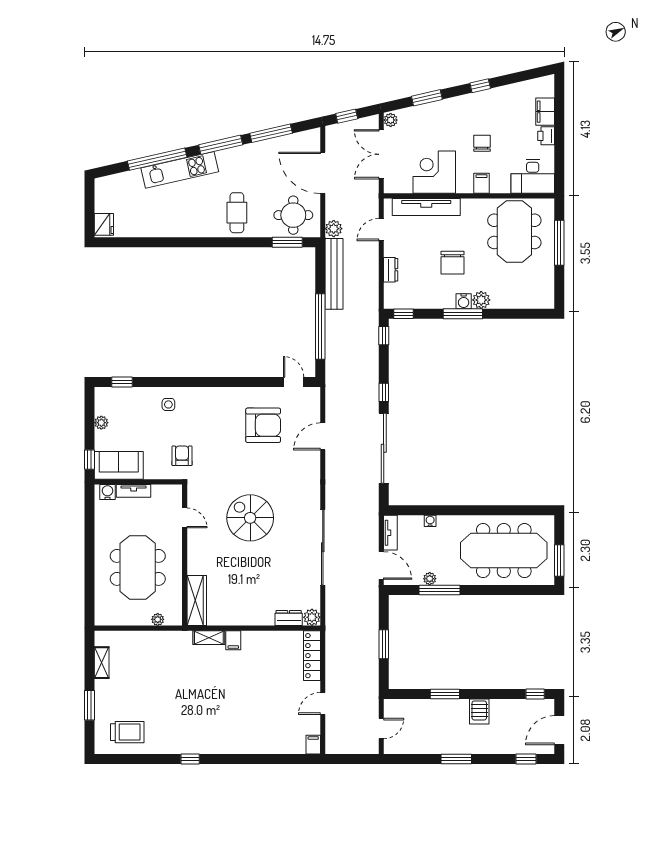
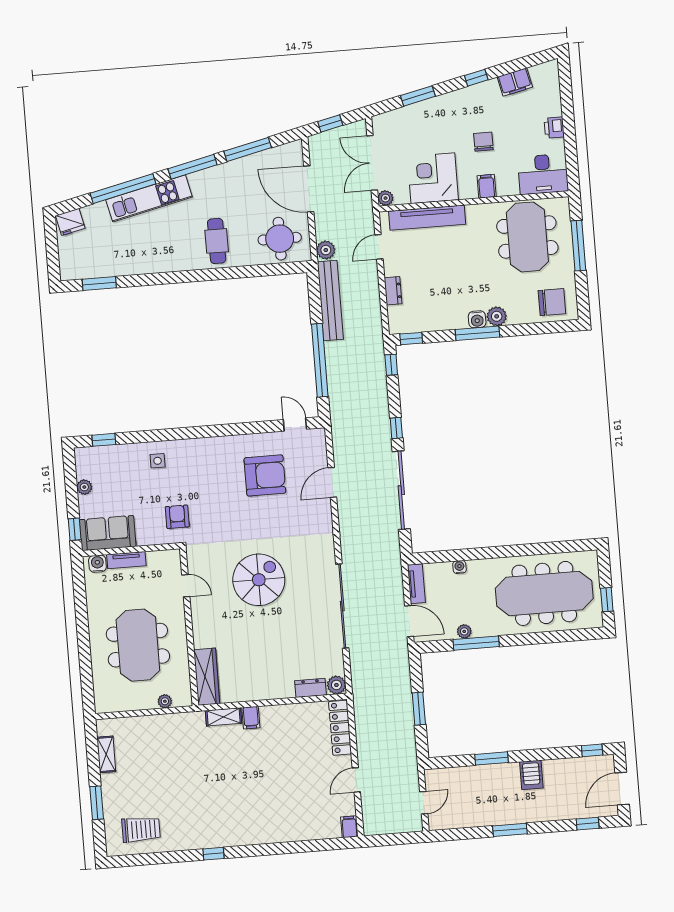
filing cabinet: (545, 112) -> (515, 82), moved, turned -103
plant: (391, 120) -> (385, 198), moved
fridge: (104, 224) -> (70, 222), moved, turned 77
window: (287, 242) -> (99, 283), moved
chair: (452, 263) -> (552, 302), moved, turned -90
spiral stairs: (250, 518) -> (259, 580), turned 90
window: (559, 561) -> (607, 600), width x0.67

